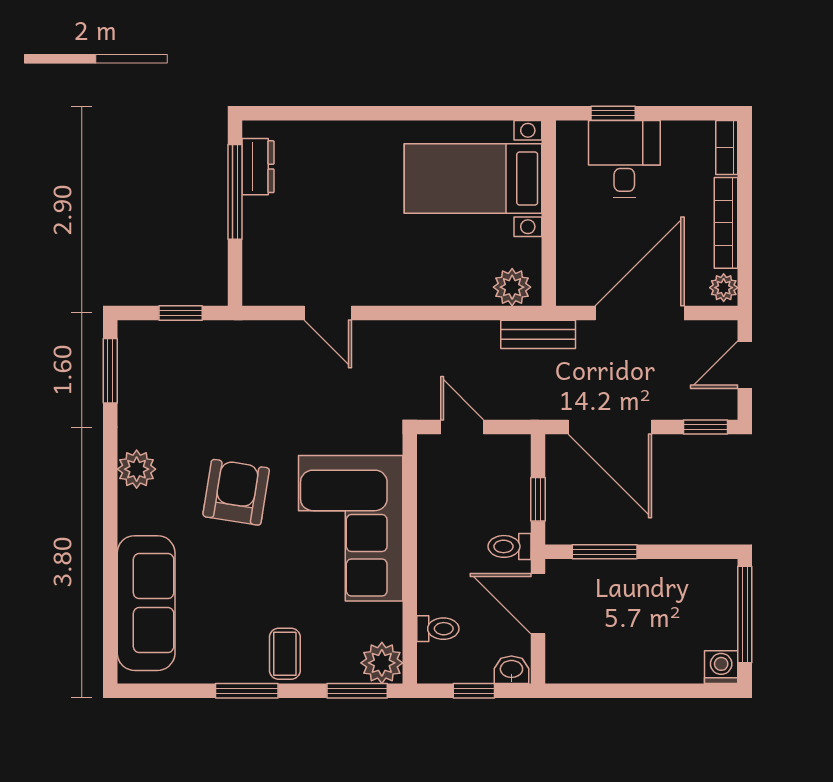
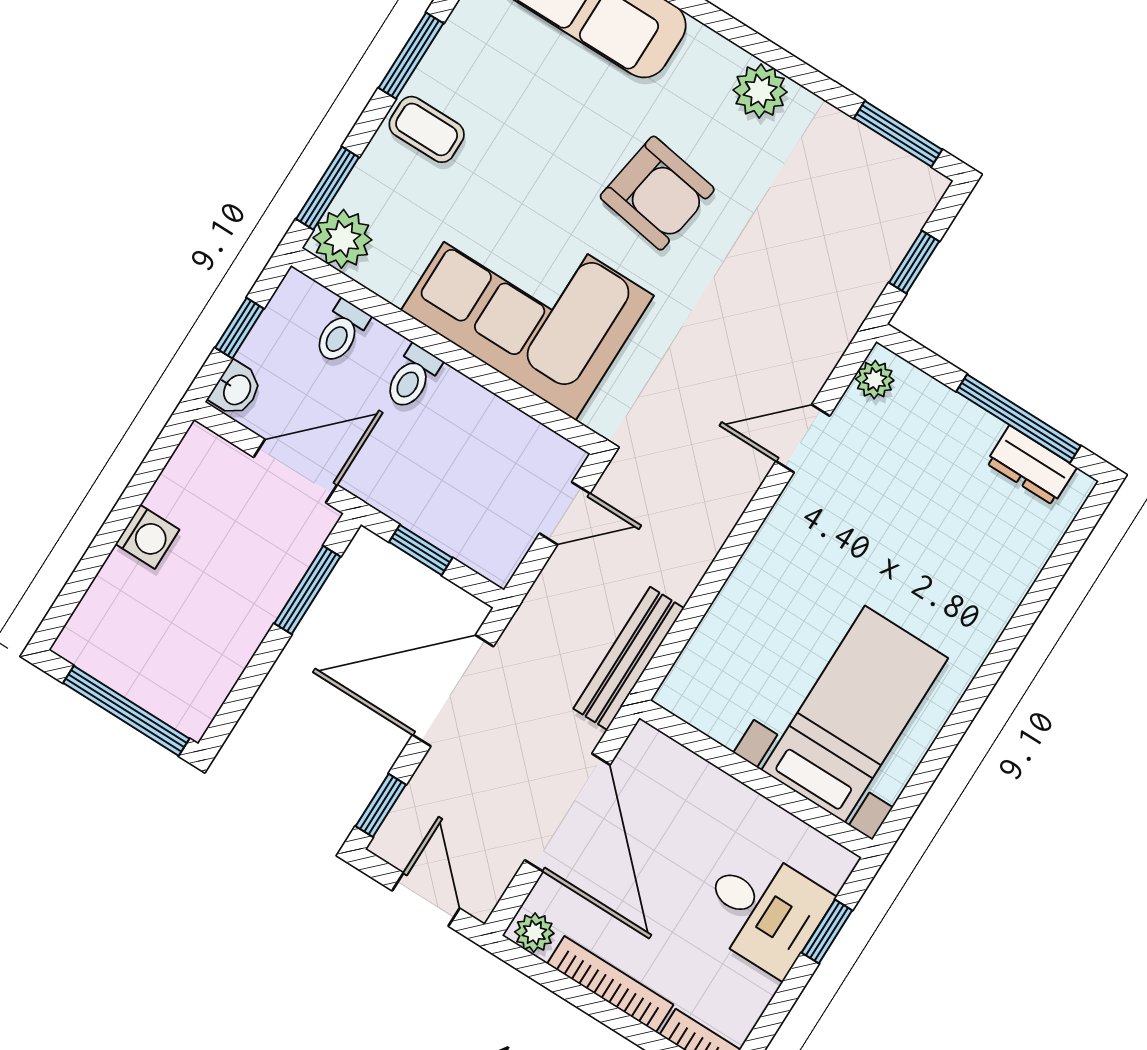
plant: (512, 287) -> (875, 380), moved, width x0.73, depth x0.73
bench: (538, 334) -> (629, 658), width x1.36
toilet: (509, 546) -> (412, 377), moved, turned 180
washing machine: (721, 667) -> (148, 537), moved

